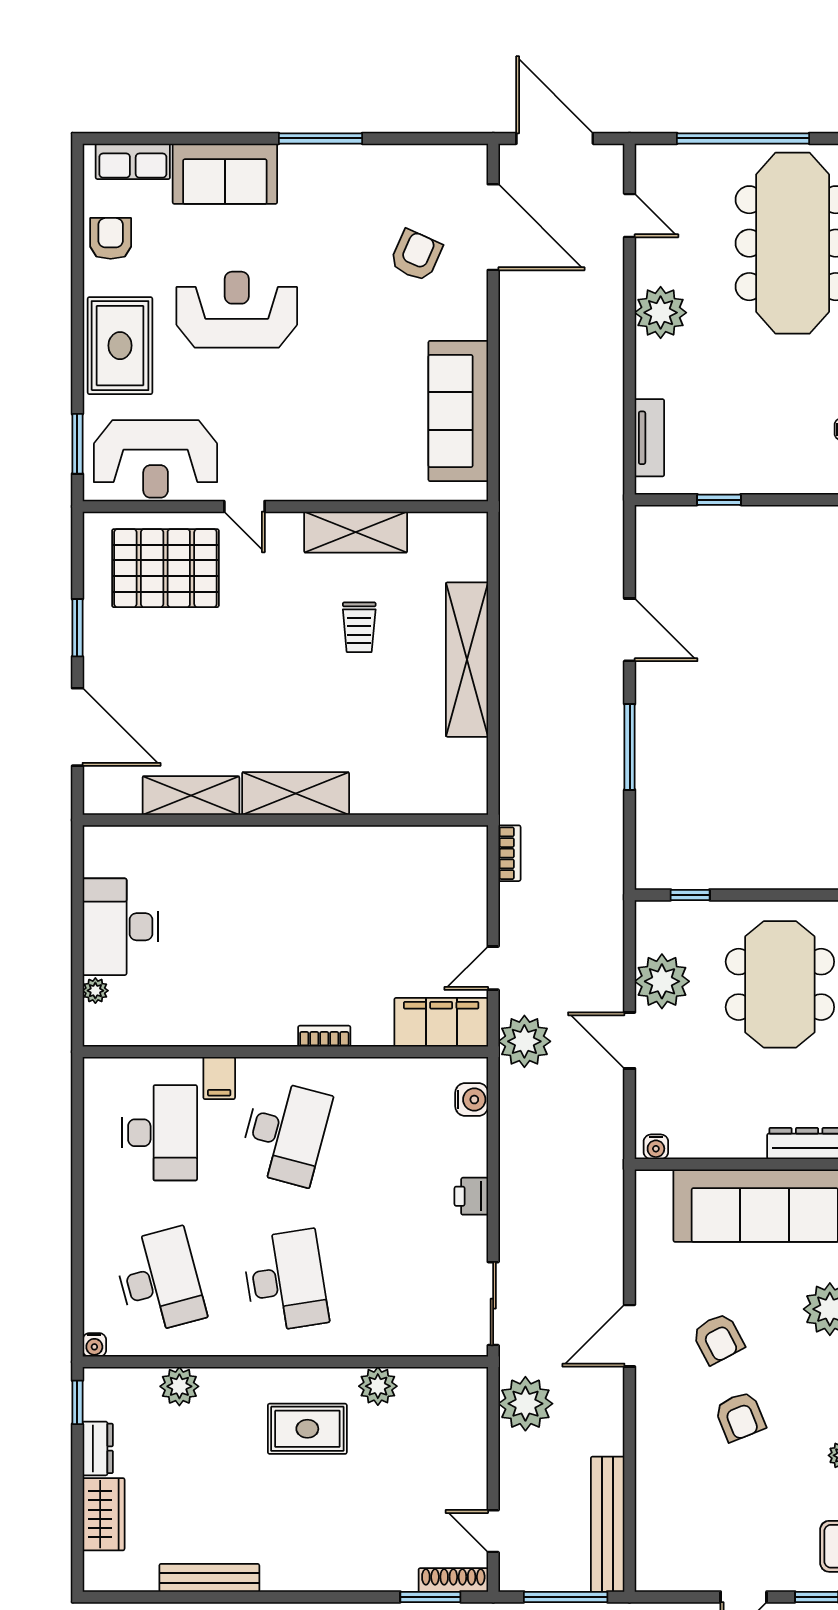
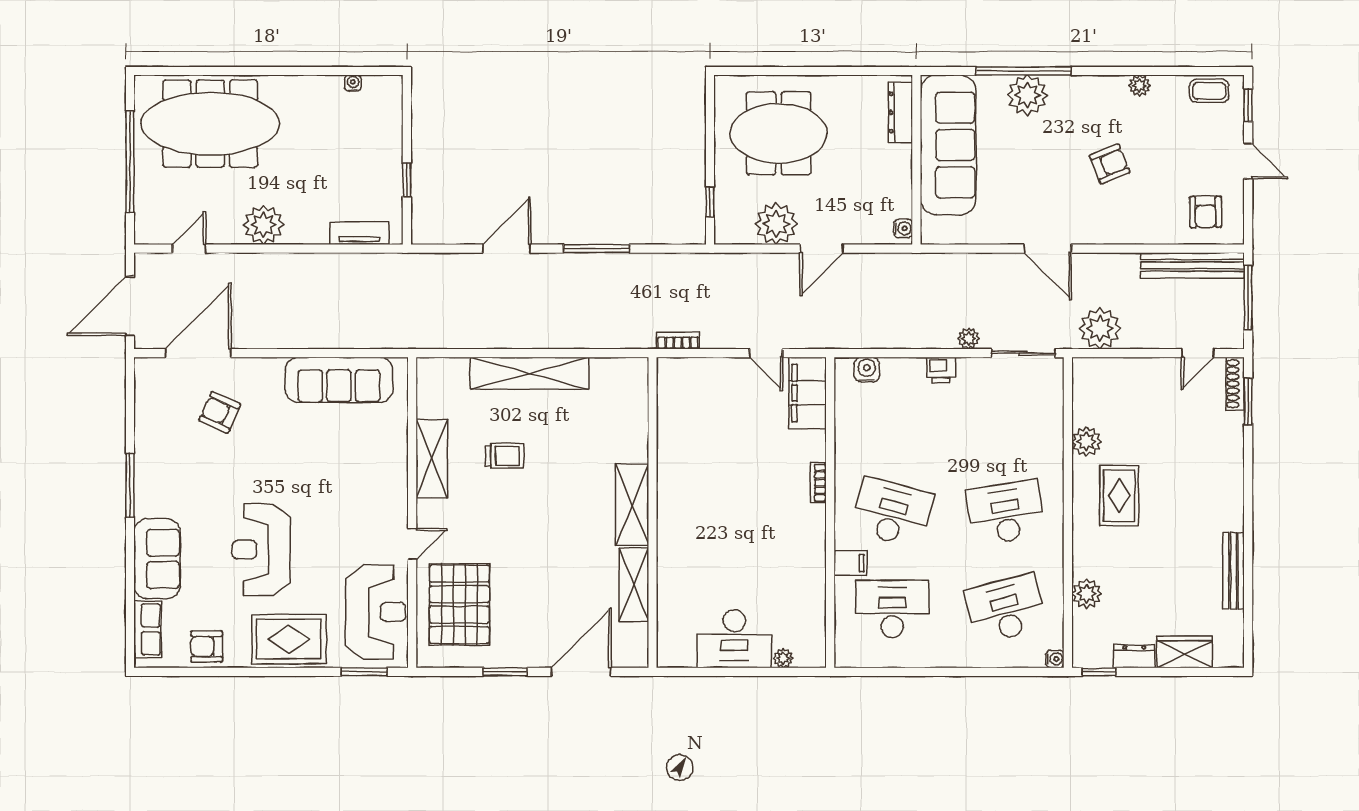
plant: (524, 1041) -> (969, 339), moved, width x0.53, depth x0.53
armchair: (718, 1339) -> (1206, 212), moved, turned 117

